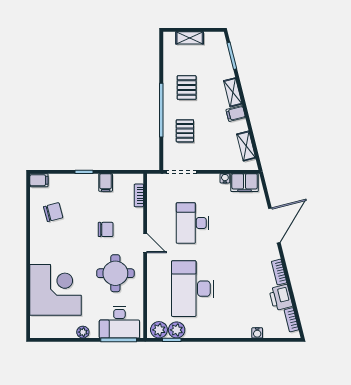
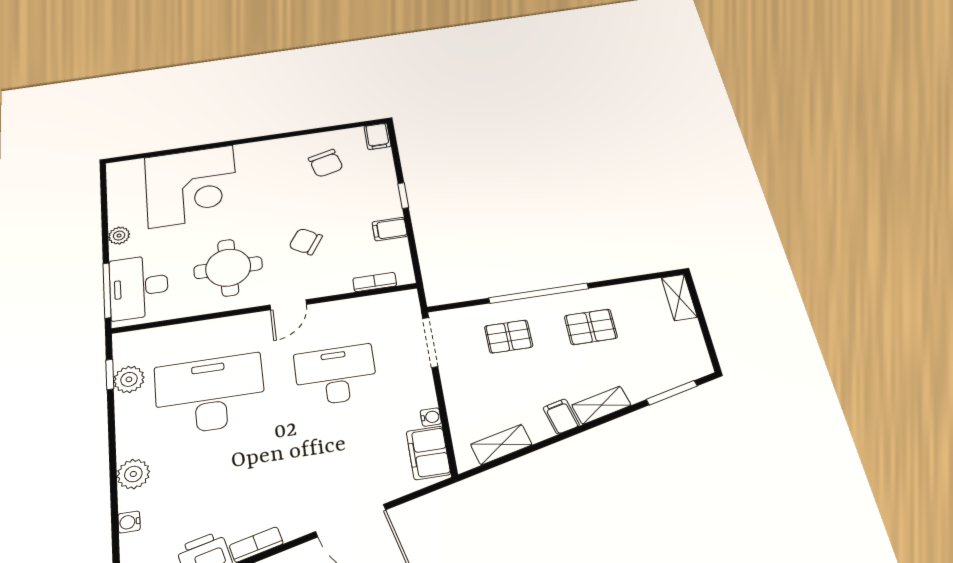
shelving: (190, 38) -> (679, 297), moved
chair: (106, 229) -> (306, 242), turned 122
plant: (159, 330) -> (133, 474), moved

